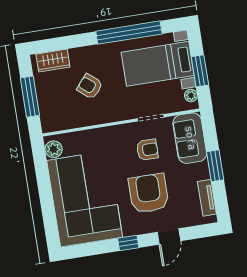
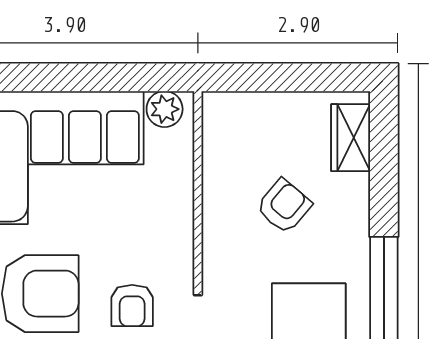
window: (30, 97) -> (283, 77), removed

